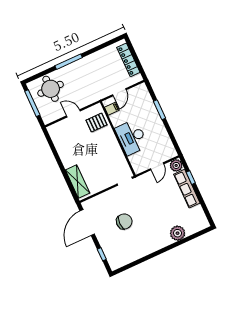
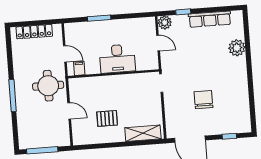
round table: (51, 89) -> (48, 86), moved
door: (73, 113) -> (69, 111), swing flipped
pallet: (96, 123) -> (107, 118), moved, turned 90
row of seats: (187, 189) -> (210, 19), moved

